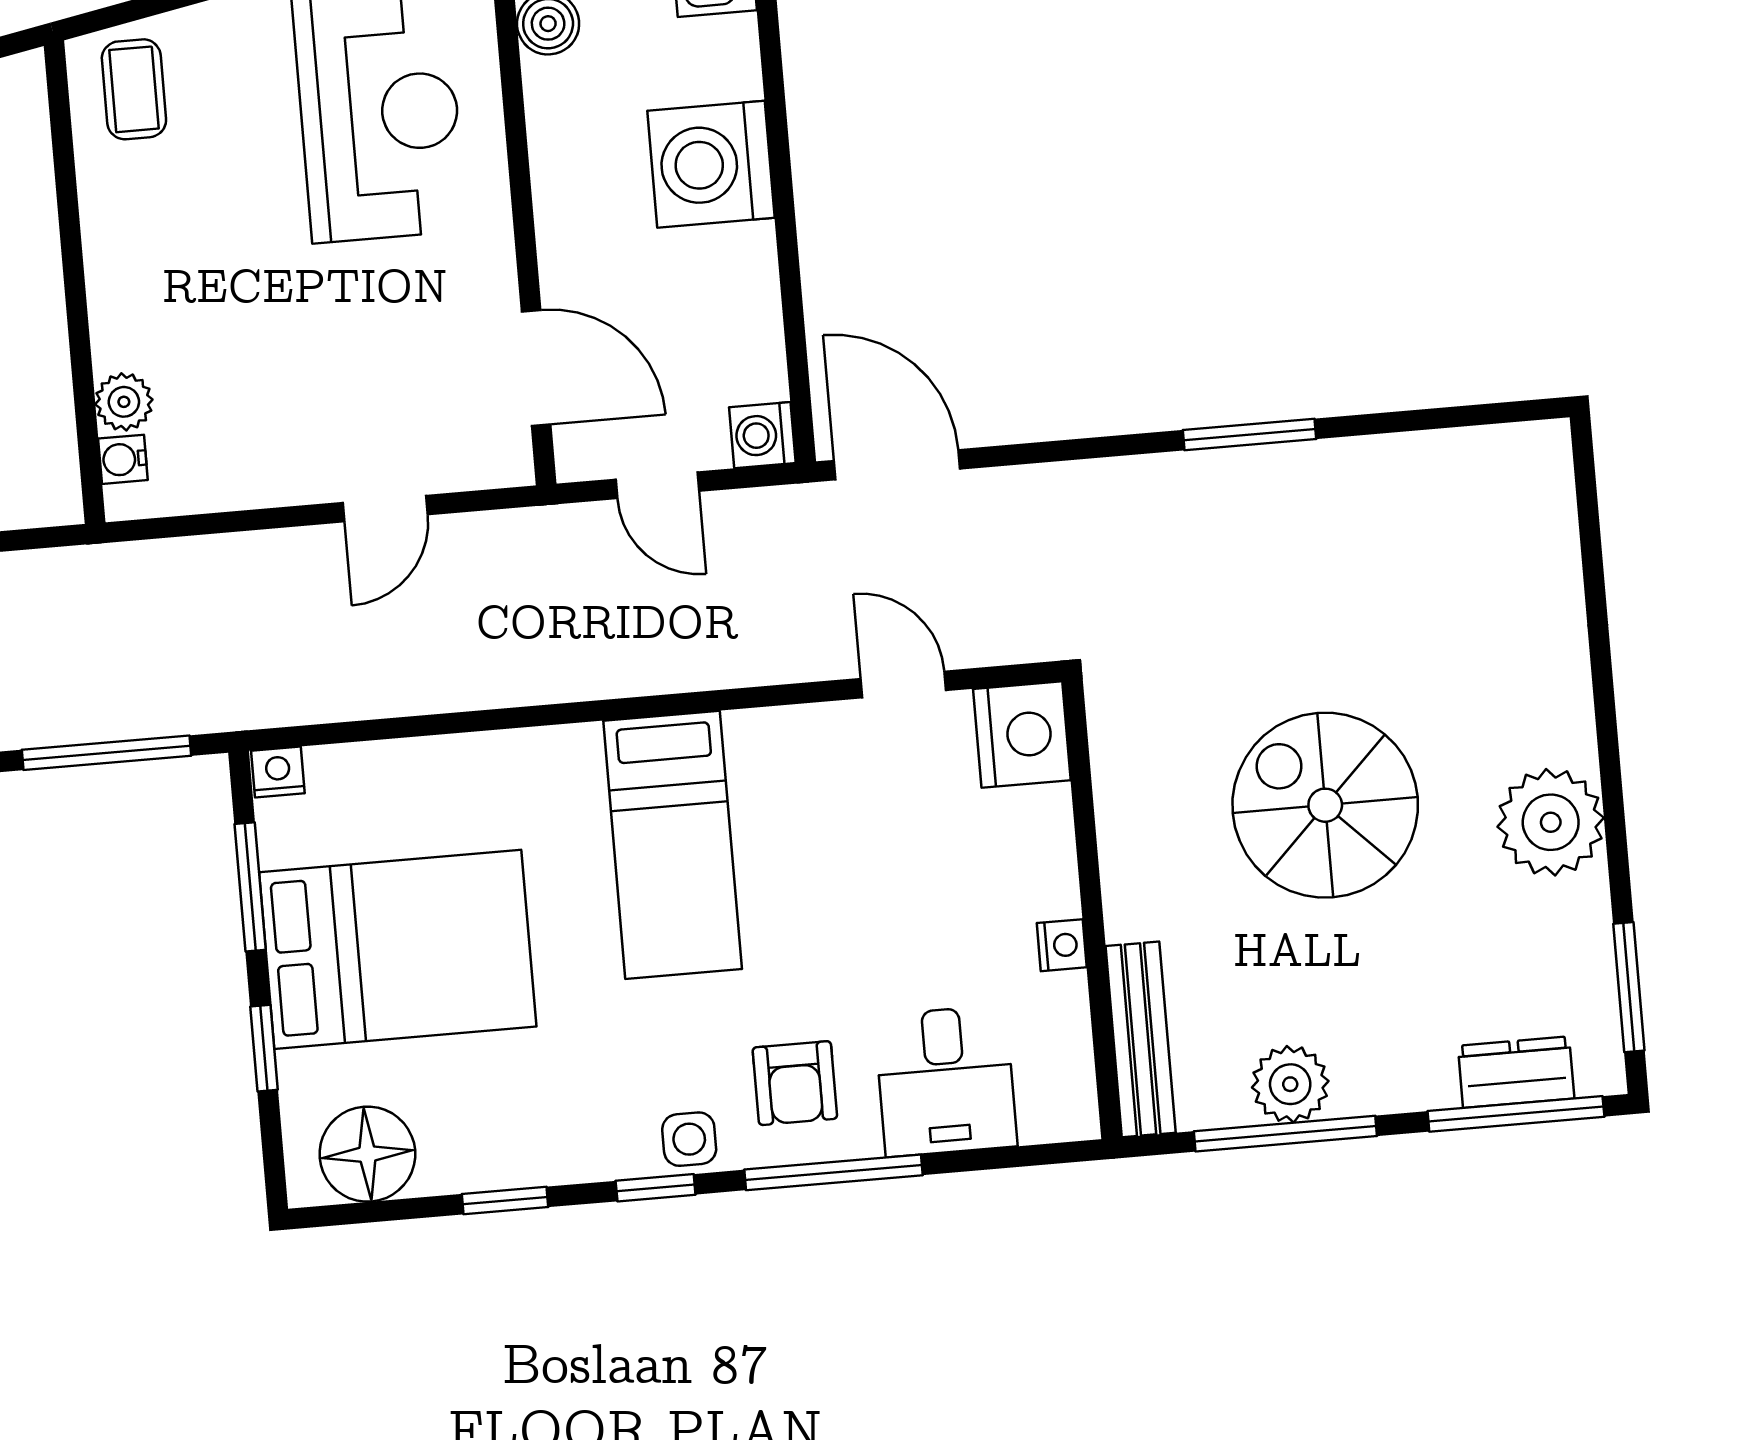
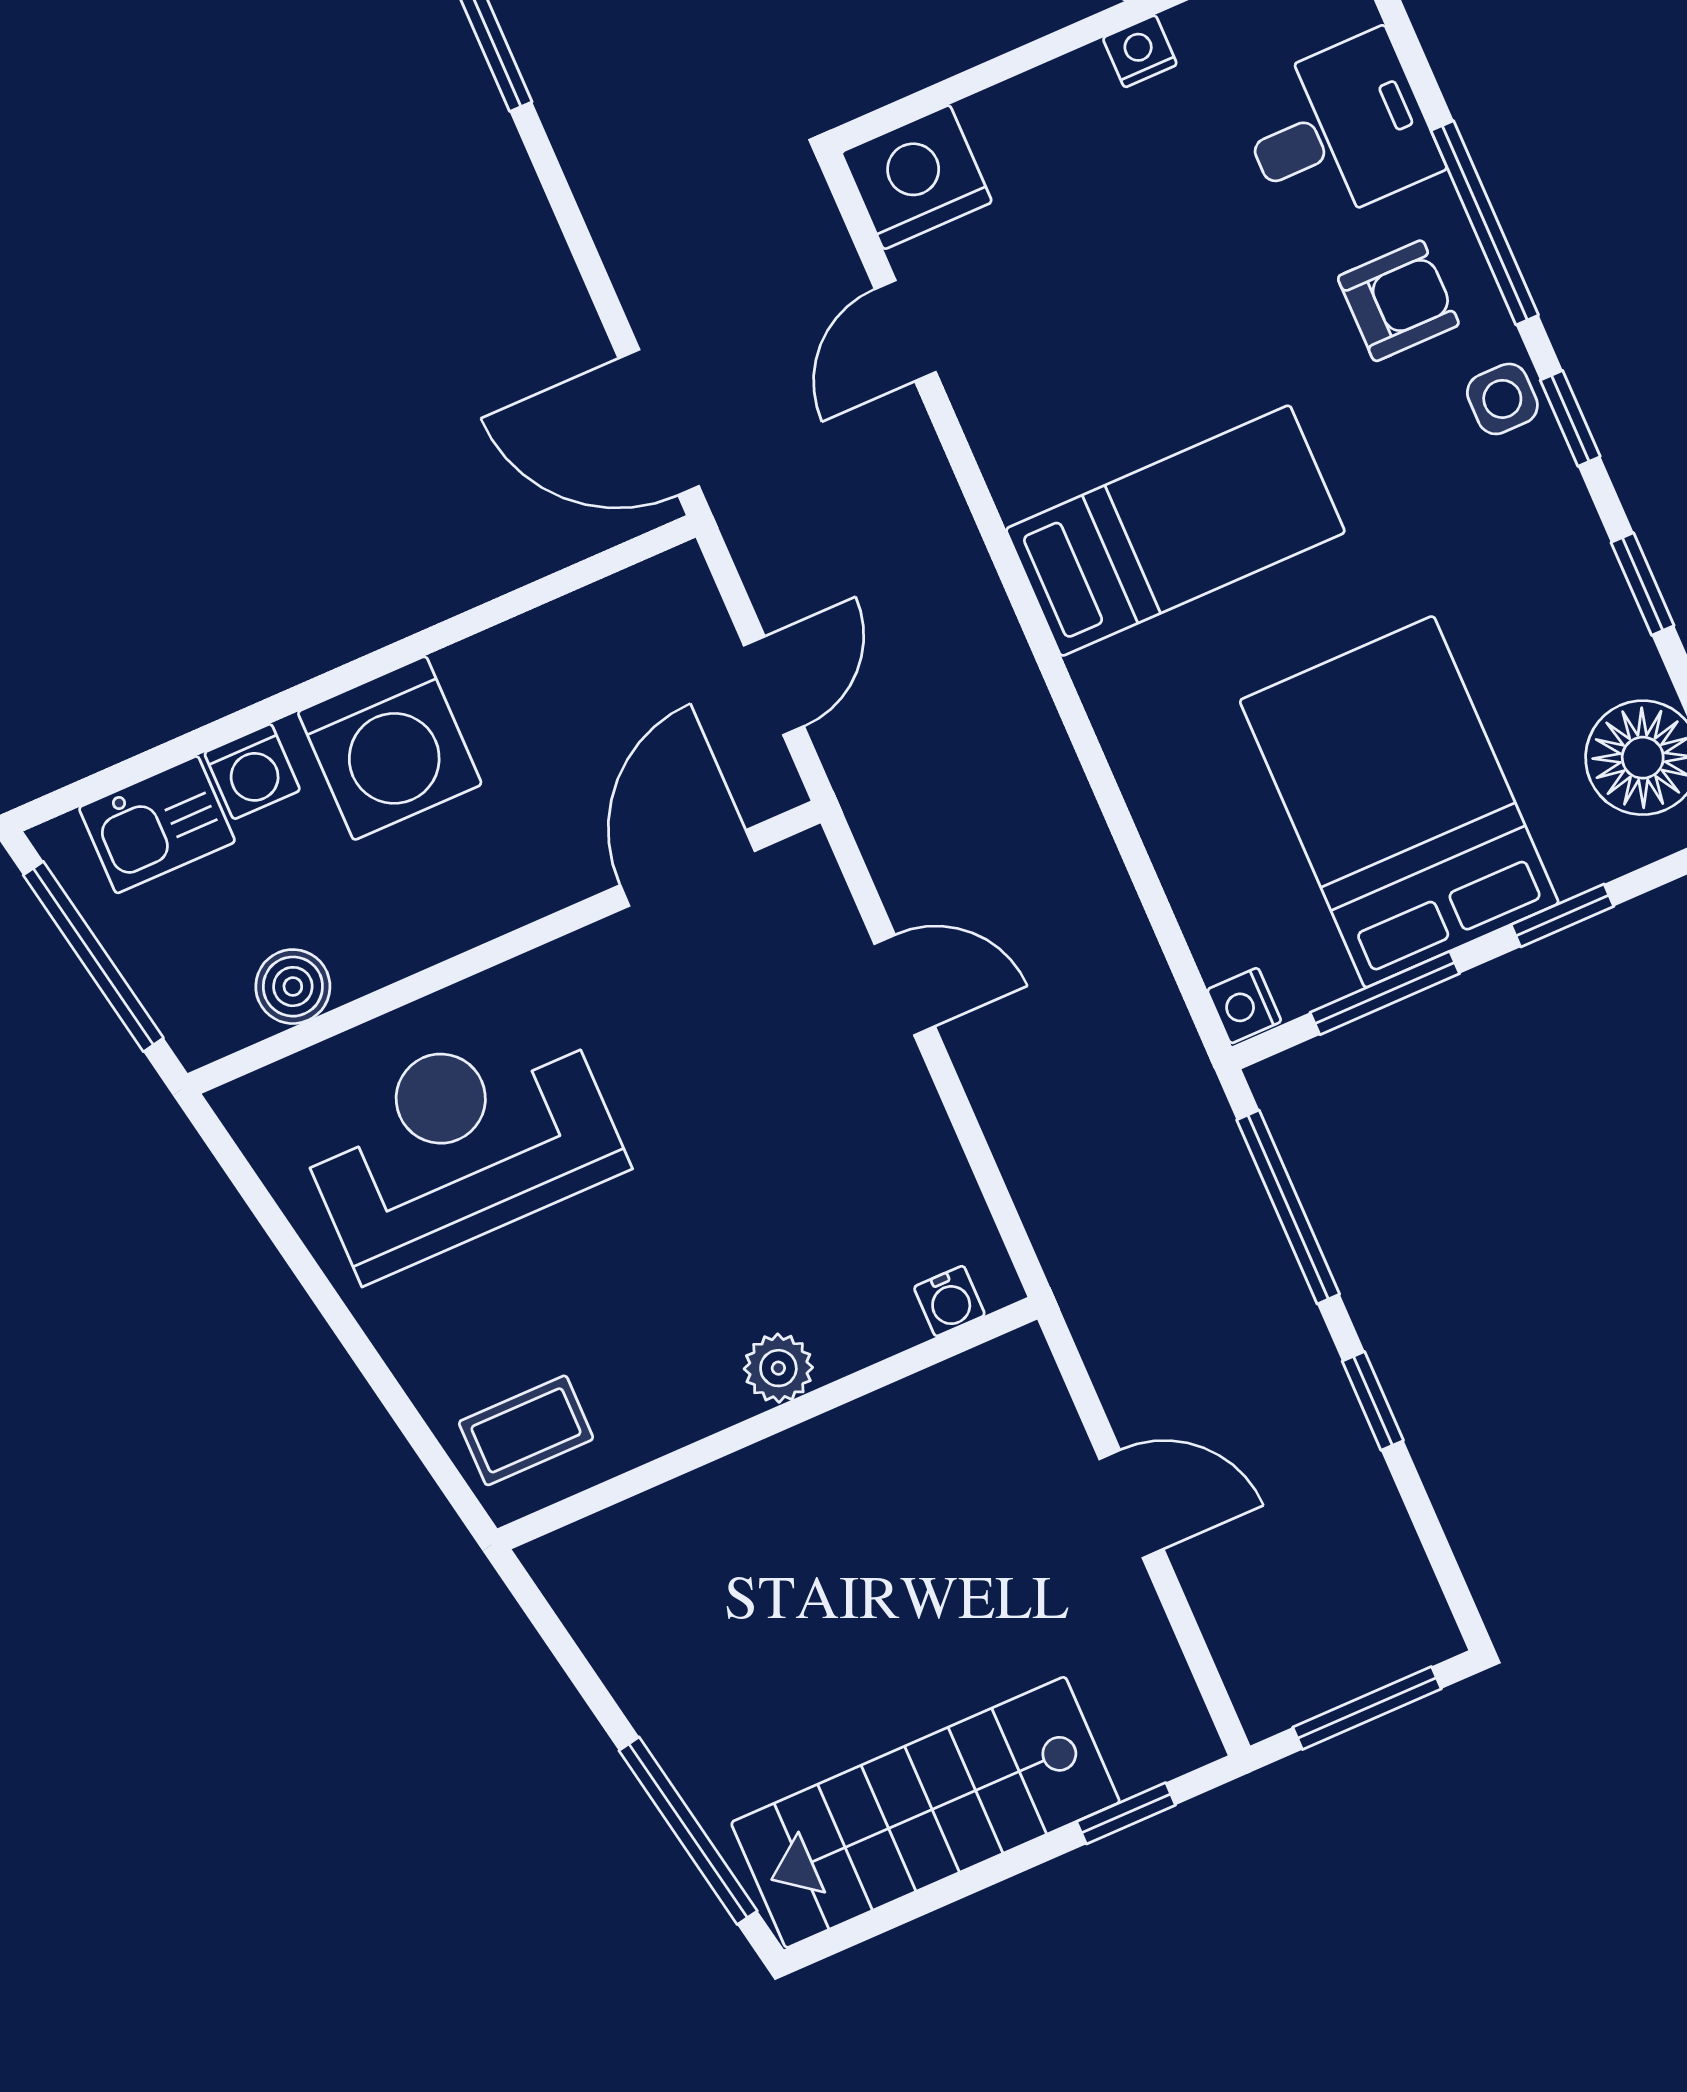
plant: (124, 402) -> (778, 1368), moved
washing machine: (762, 435) -> (252, 772), moved
door: (897, 465) -> (659, 422), hinge flipped

